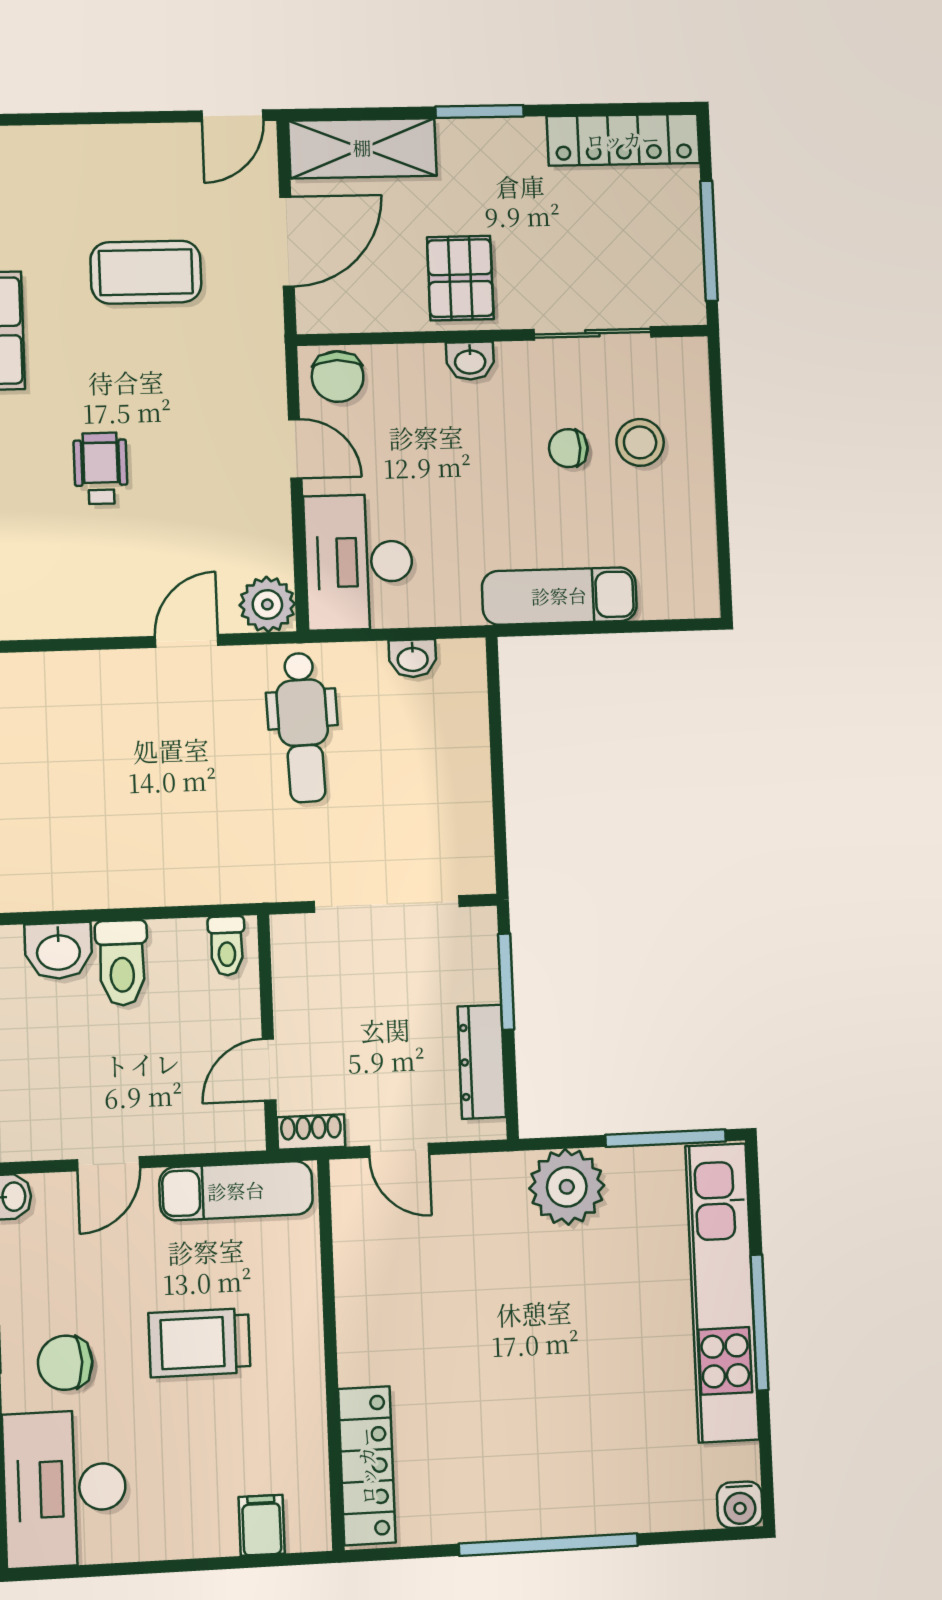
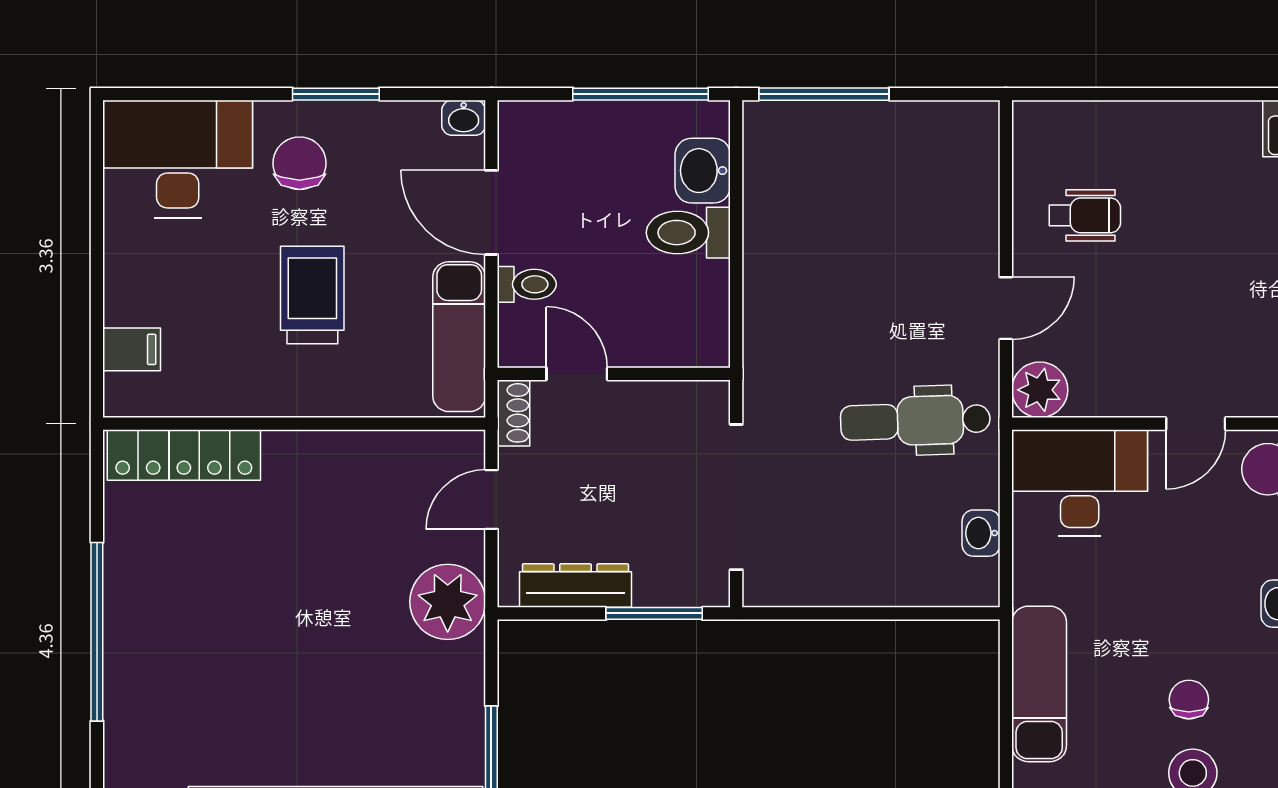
wheelchair: (101, 468) -> (1085, 215), moved
door: (187, 641) -> (1006, 308), hinge flipped
toilet: (227, 946) -> (527, 284), moved, turned 180
door: (109, 1164) -> (491, 212), width x1.38
plant: (567, 1187) -> (448, 602), moved

